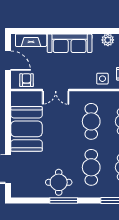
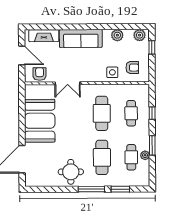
window: (64, 200) -> (91, 189), moved

